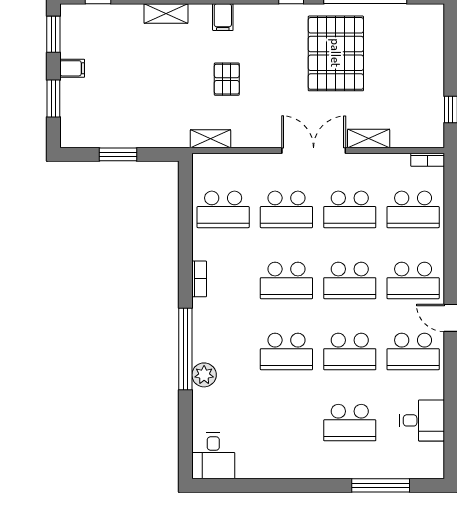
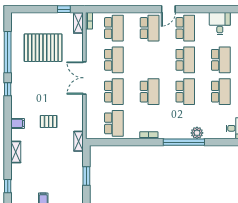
pallet: (336, 53) -> (43, 48), moved
shelving: (369, 138) -> (78, 23), moved
shelving: (210, 139) -> (79, 141), moved
school desk: (350, 280) -> (221, 92), moved

